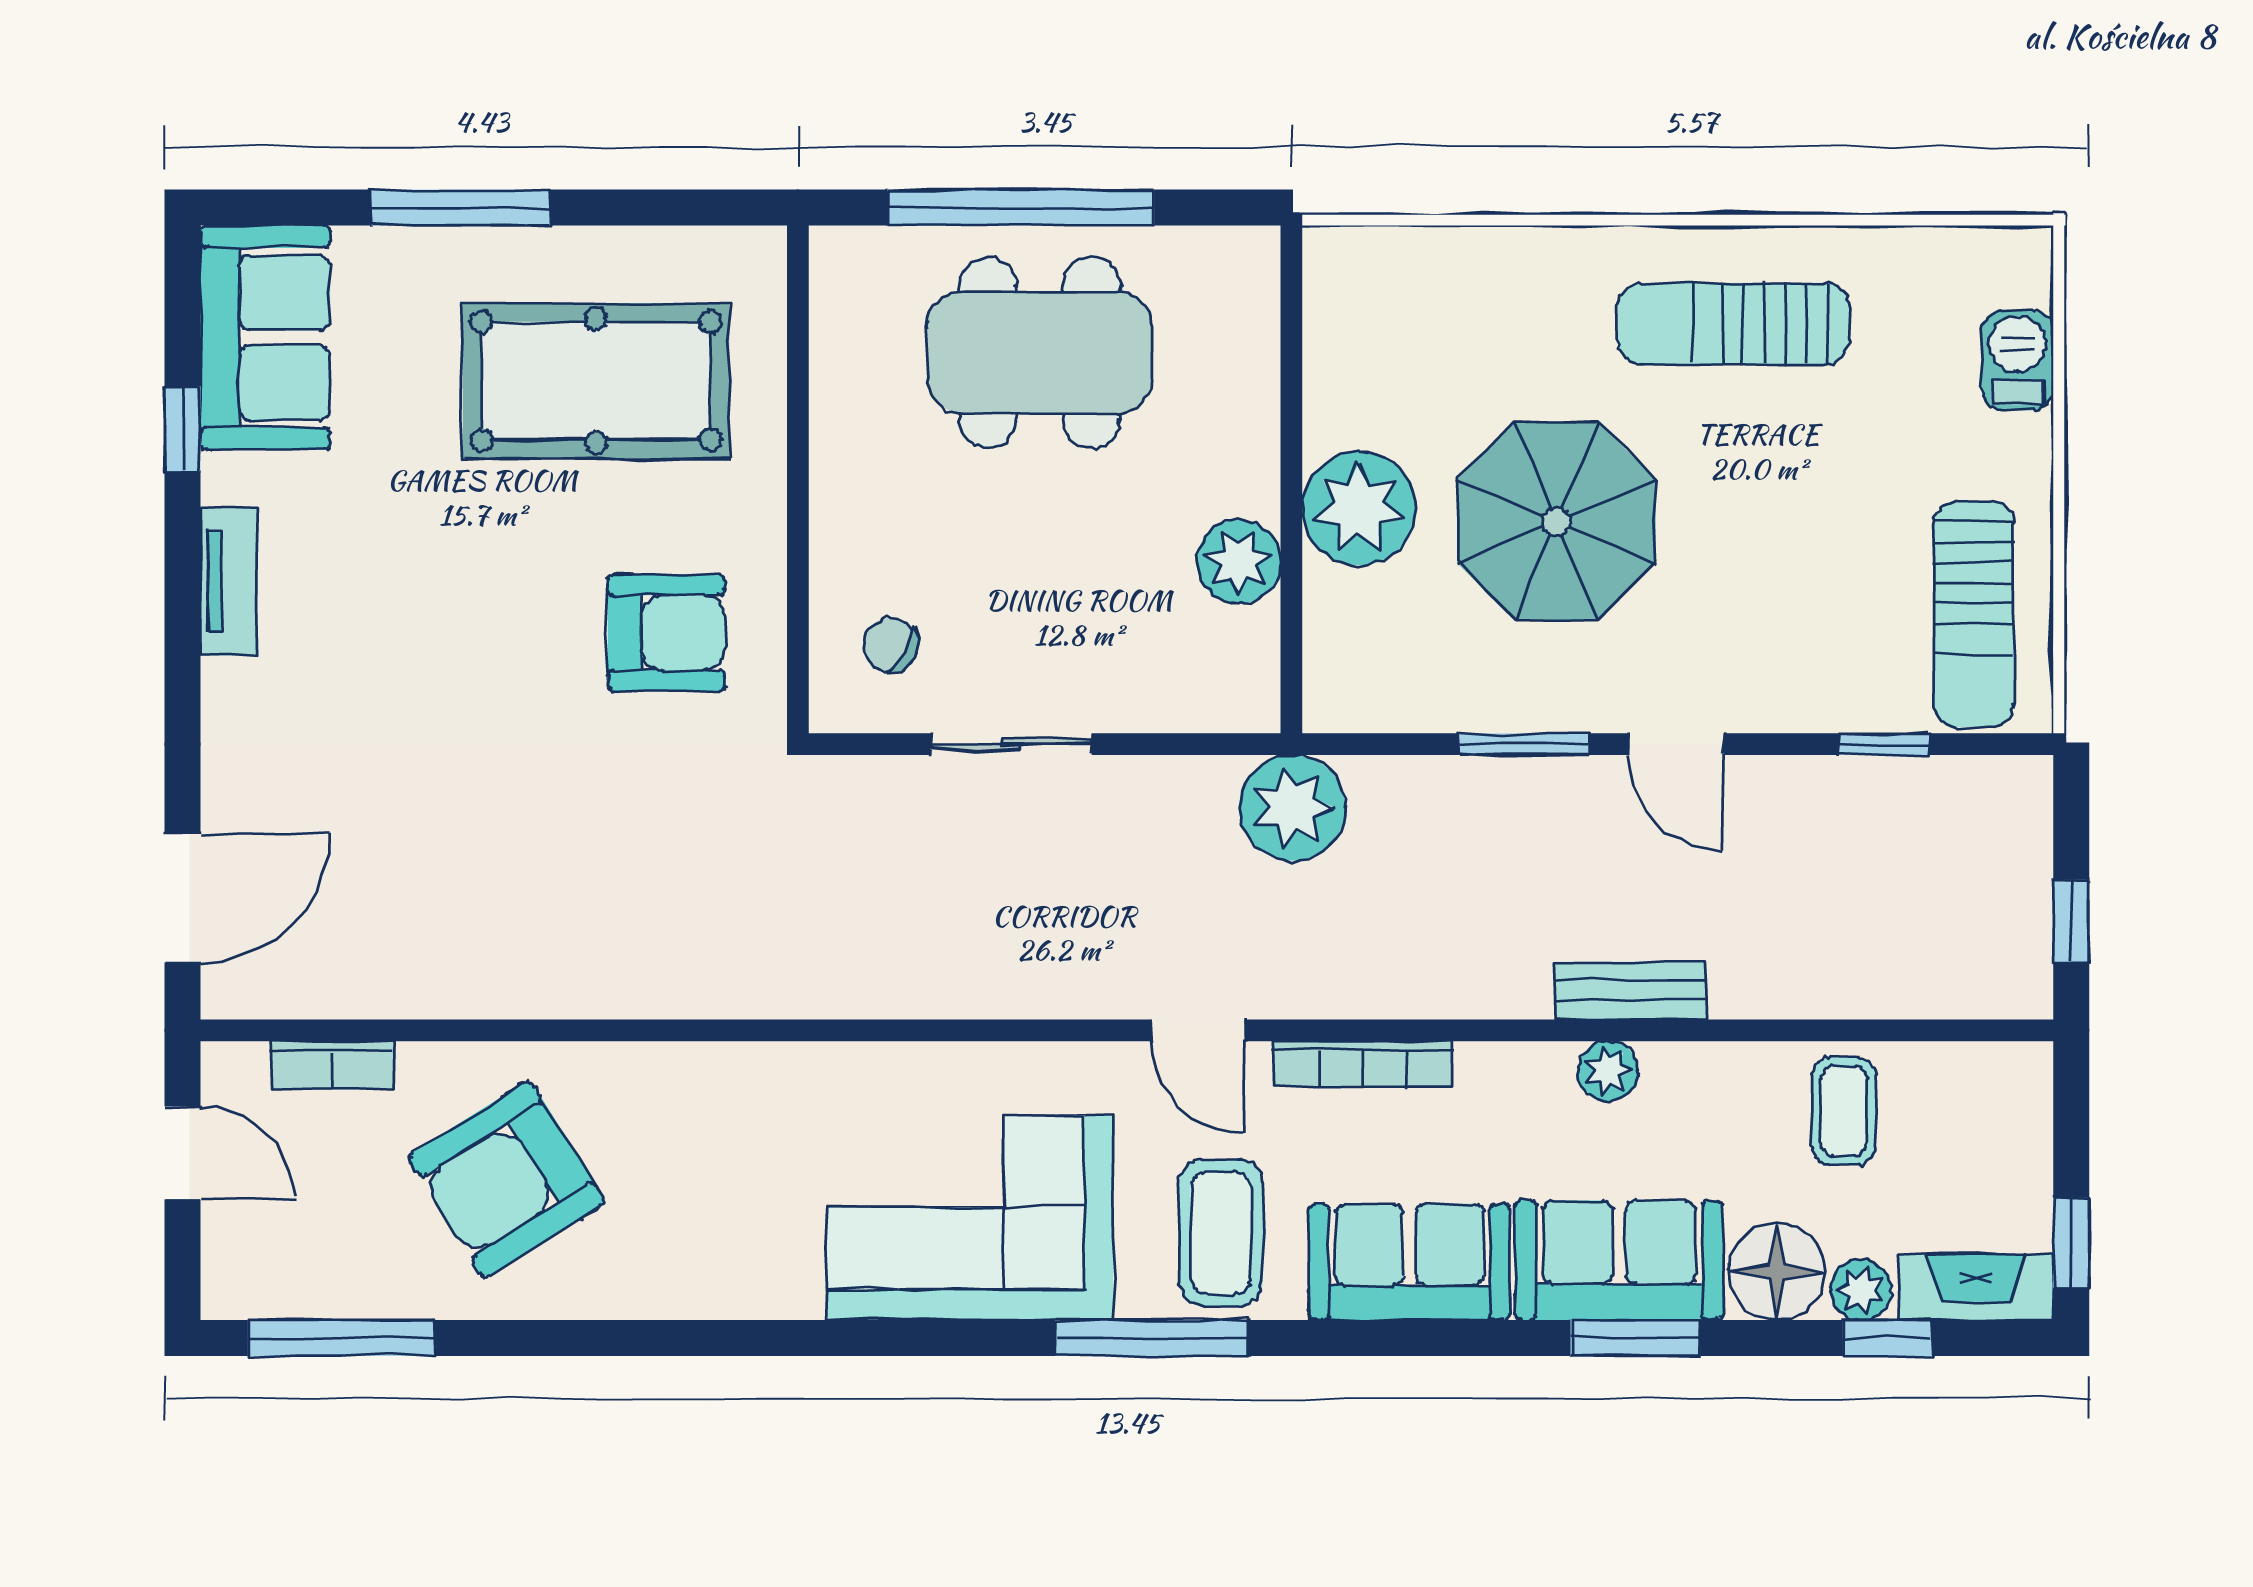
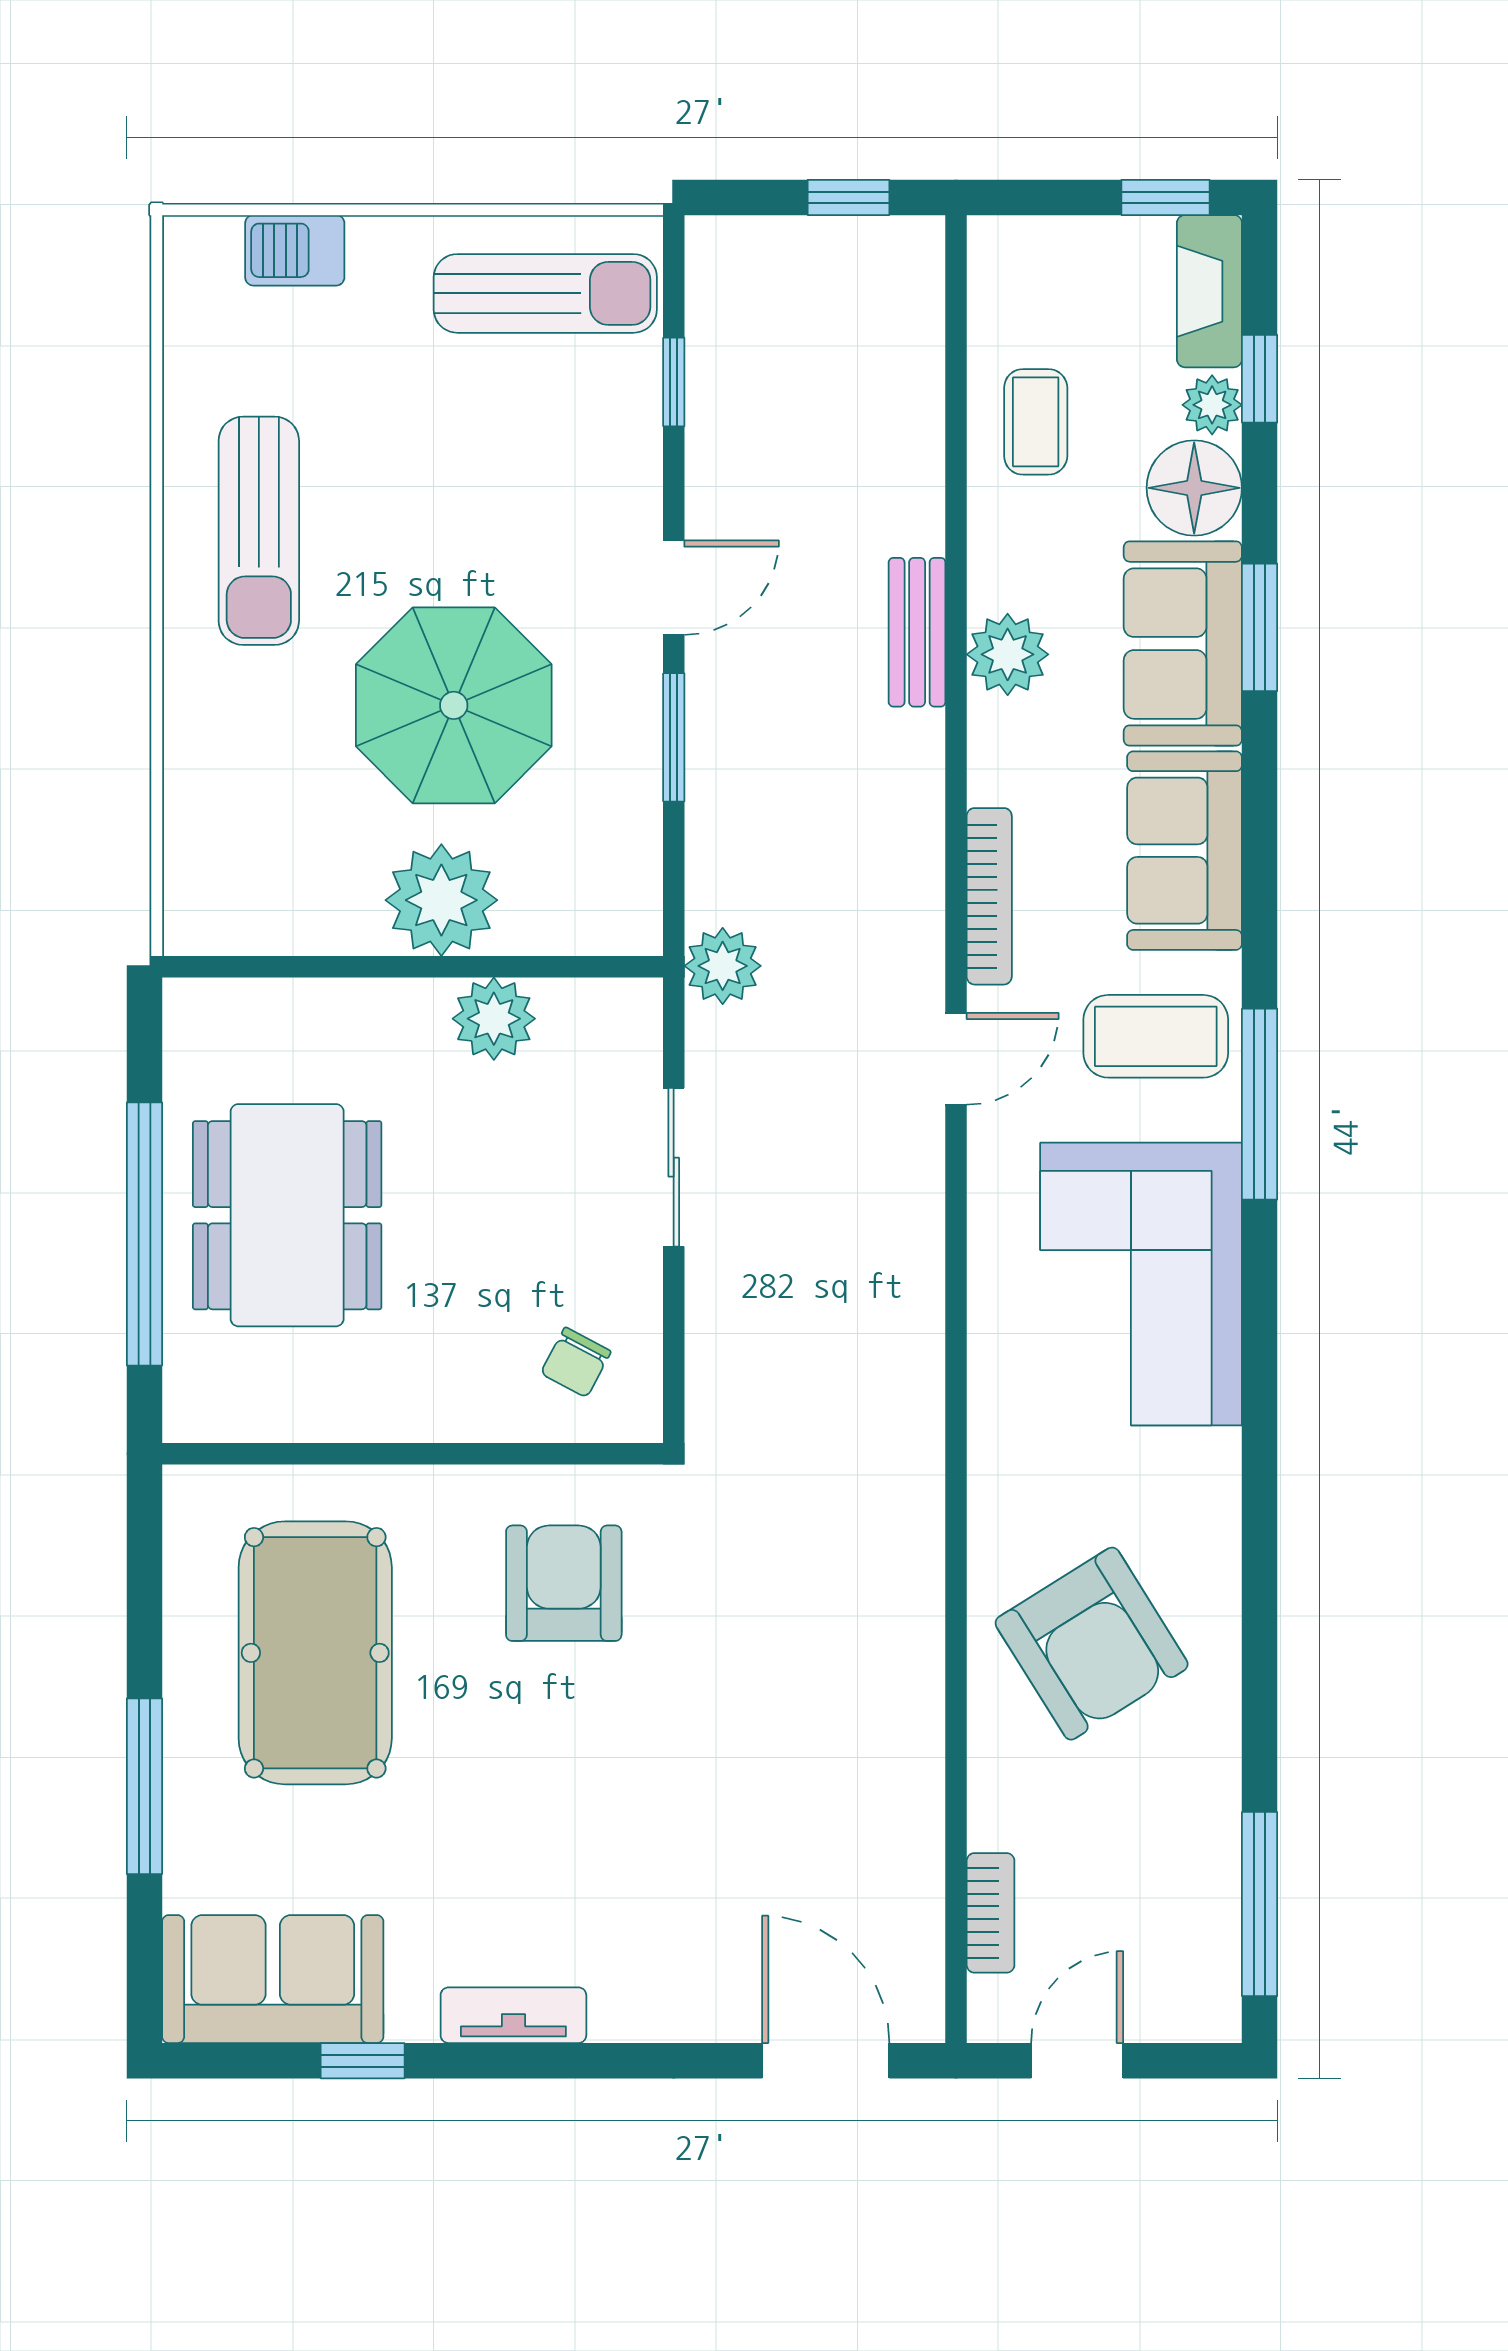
sliding door: (1011, 744) -> (674, 1167), moved
plant: (1292, 808) -> (723, 966), width x0.73, depth x0.73
plant: (1608, 1071) -> (1008, 654), width x1.38, depth x1.38
coffee table: (1844, 1111) -> (1036, 422), turned 90
armchair: (507, 1179) -> (1092, 1644), moved

